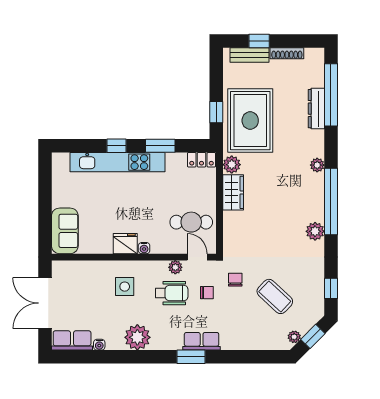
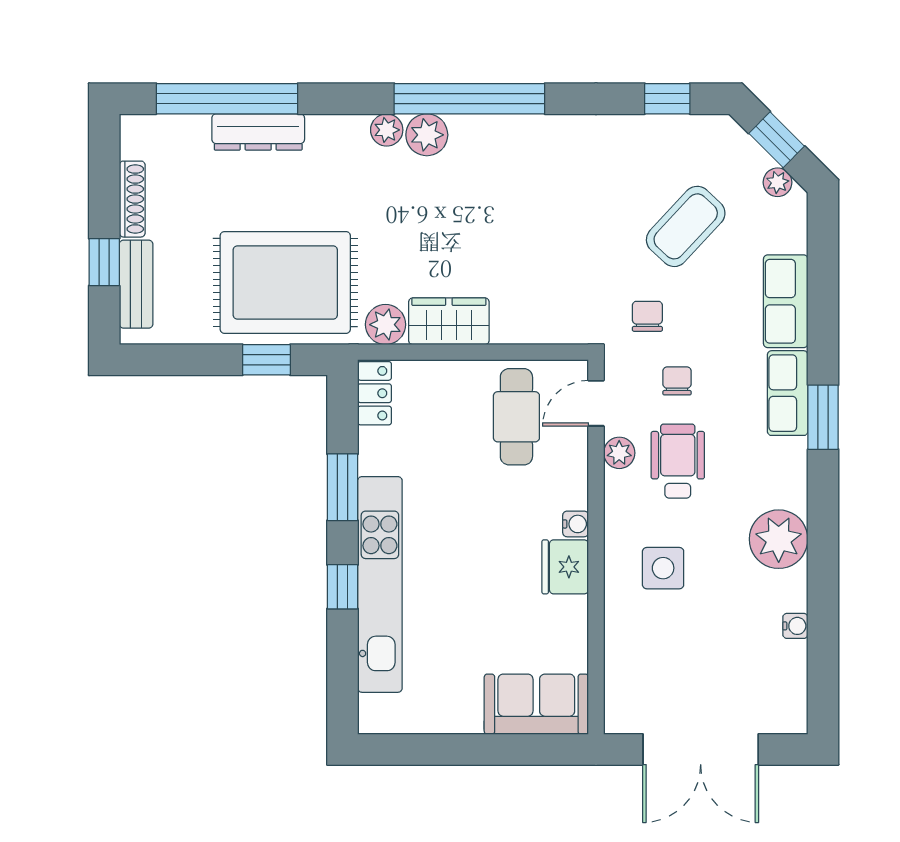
plant: (315, 231) -> (427, 135), moved
chair: (235, 280) -> (647, 316), turned 90
row of seats: (72, 340) -> (786, 301), moved

